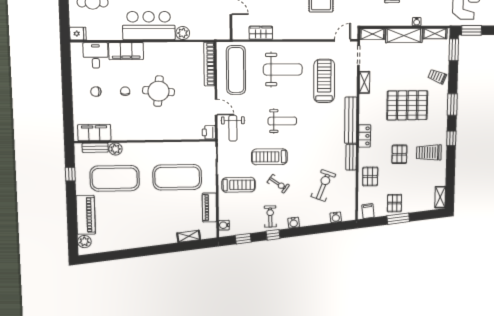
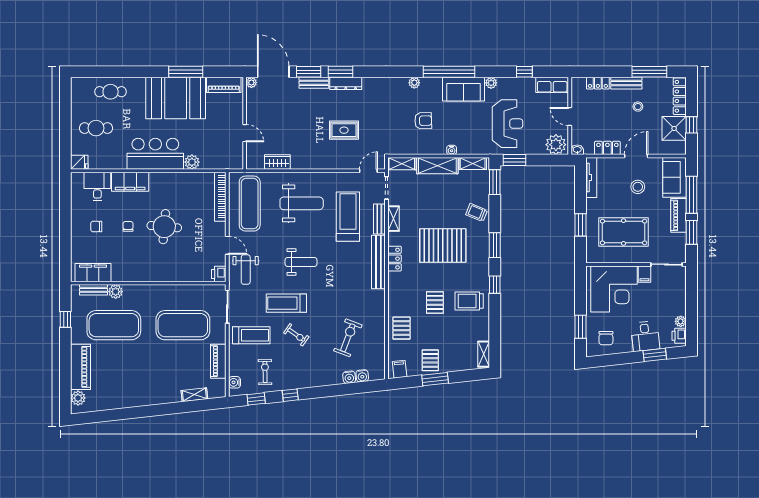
locker: (365, 136) -> (394, 259), moved
bench: (351, 157) -> (379, 219), moved
exercise bike: (270, 216) -> (265, 372), moved
water cooler: (294, 223) -> (349, 377), moved

